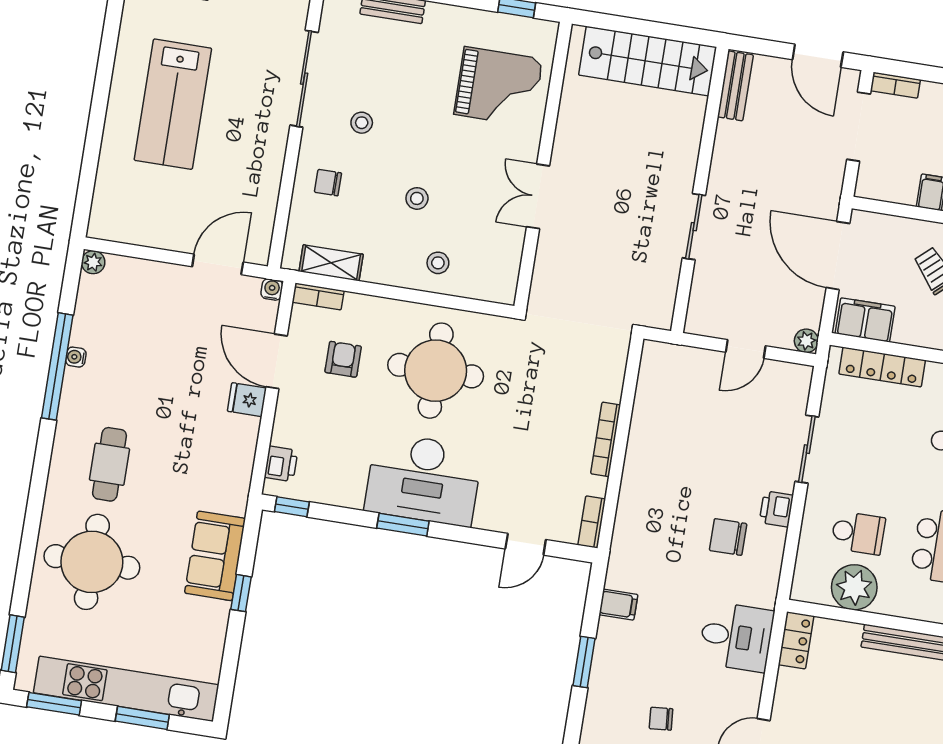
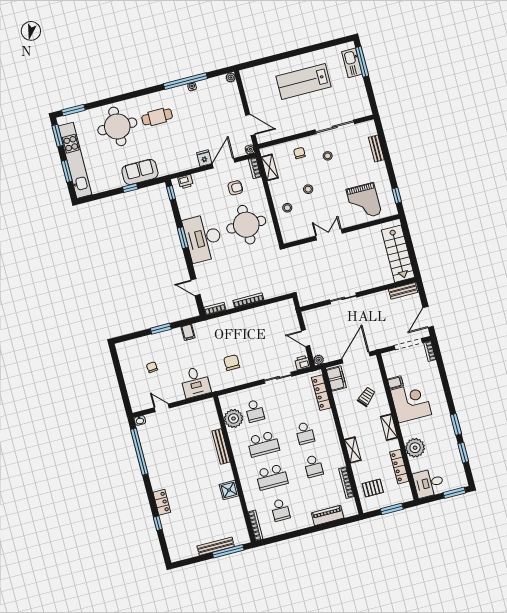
printer: (776, 509) -> (302, 363), moved
locker: (796, 640) -> (204, 405), removed

